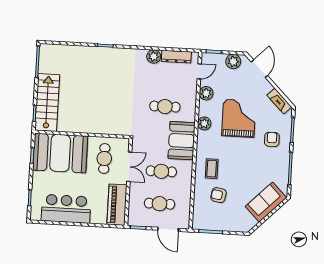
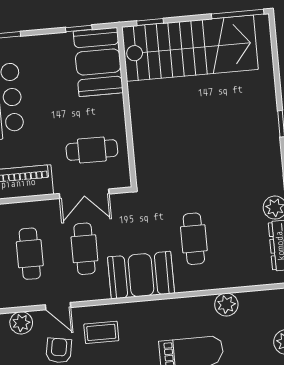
door: (199, 71) -> (58, 306), moved
stairs: (47, 103) -> (190, 48), width x1.36, depth x1.51
plant: (204, 123) -> (21, 323), moved
booth: (60, 153) -> (98, 62), width x0.73, depth x0.70

